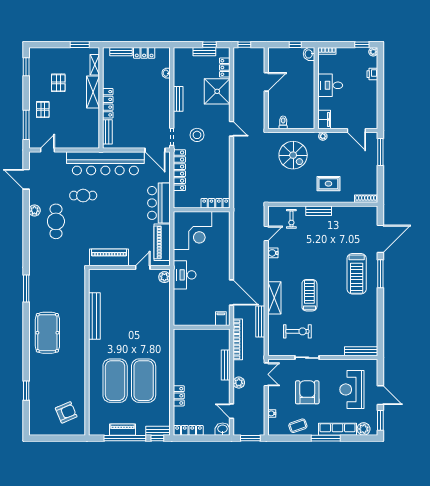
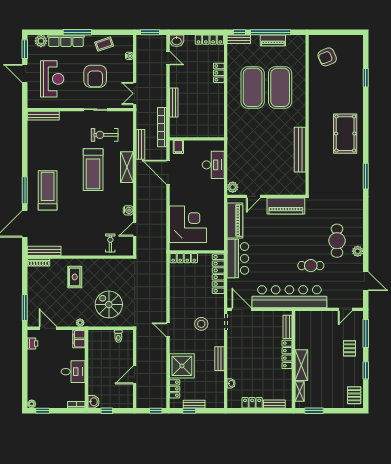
window: (26, 67) -> (366, 370), moved
printer: (372, 74) -> (32, 344), moved
pallet: (58, 83) -> (354, 395), moved
locker: (179, 170) -> (218, 274), moved
rug: (328, 184) -> (75, 277), turned 90
bench: (319, 211) -> (44, 251), moved, width x1.36
corner desk: (192, 231) -> (188, 224), moved, turned 90
desk: (185, 275) -> (213, 165), moved
treadmill: (309, 295) -> (93, 170), width x1.37, depth x1.38
plant: (239, 383) -> (161, 86), removed

